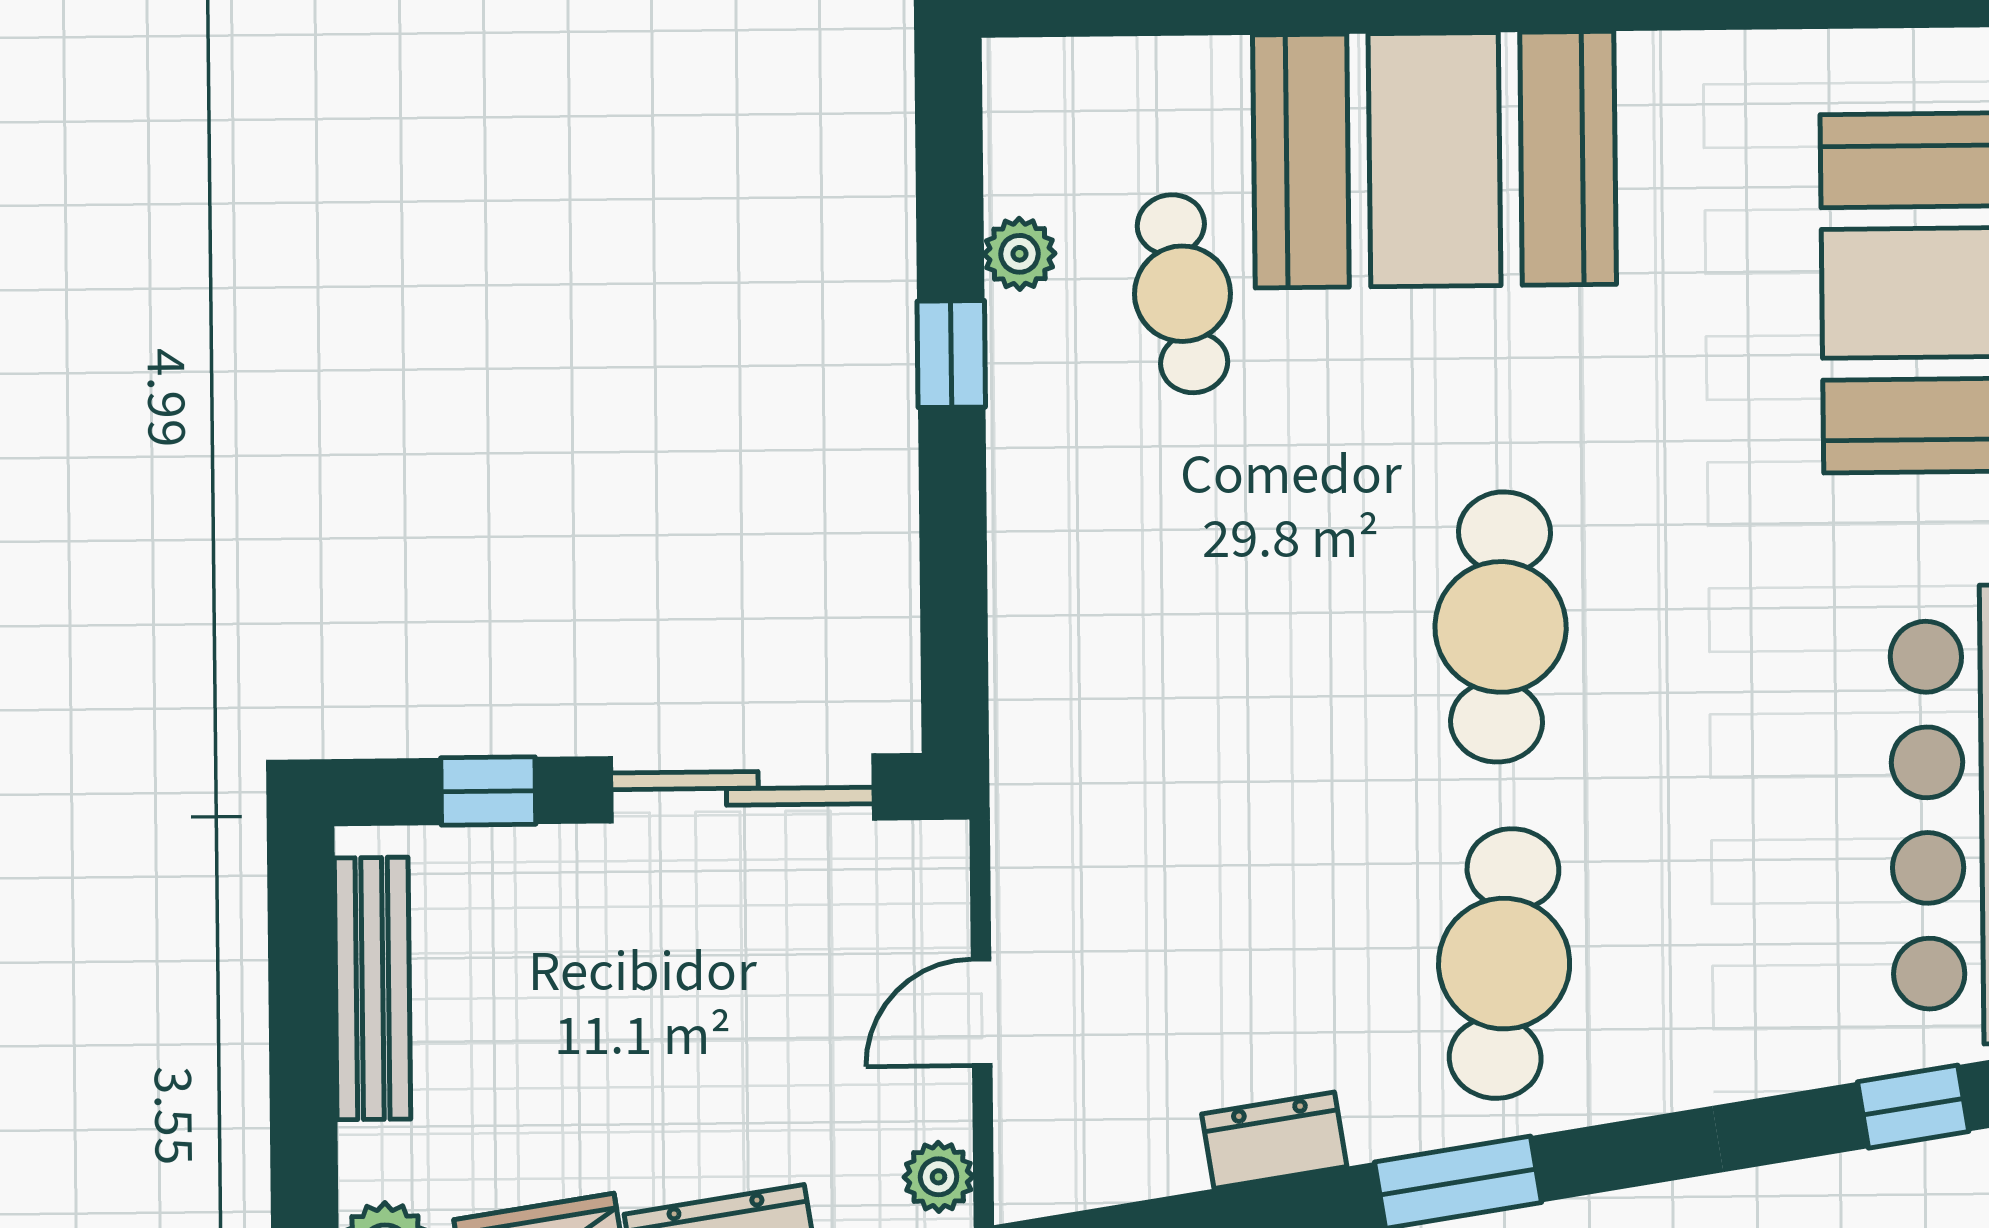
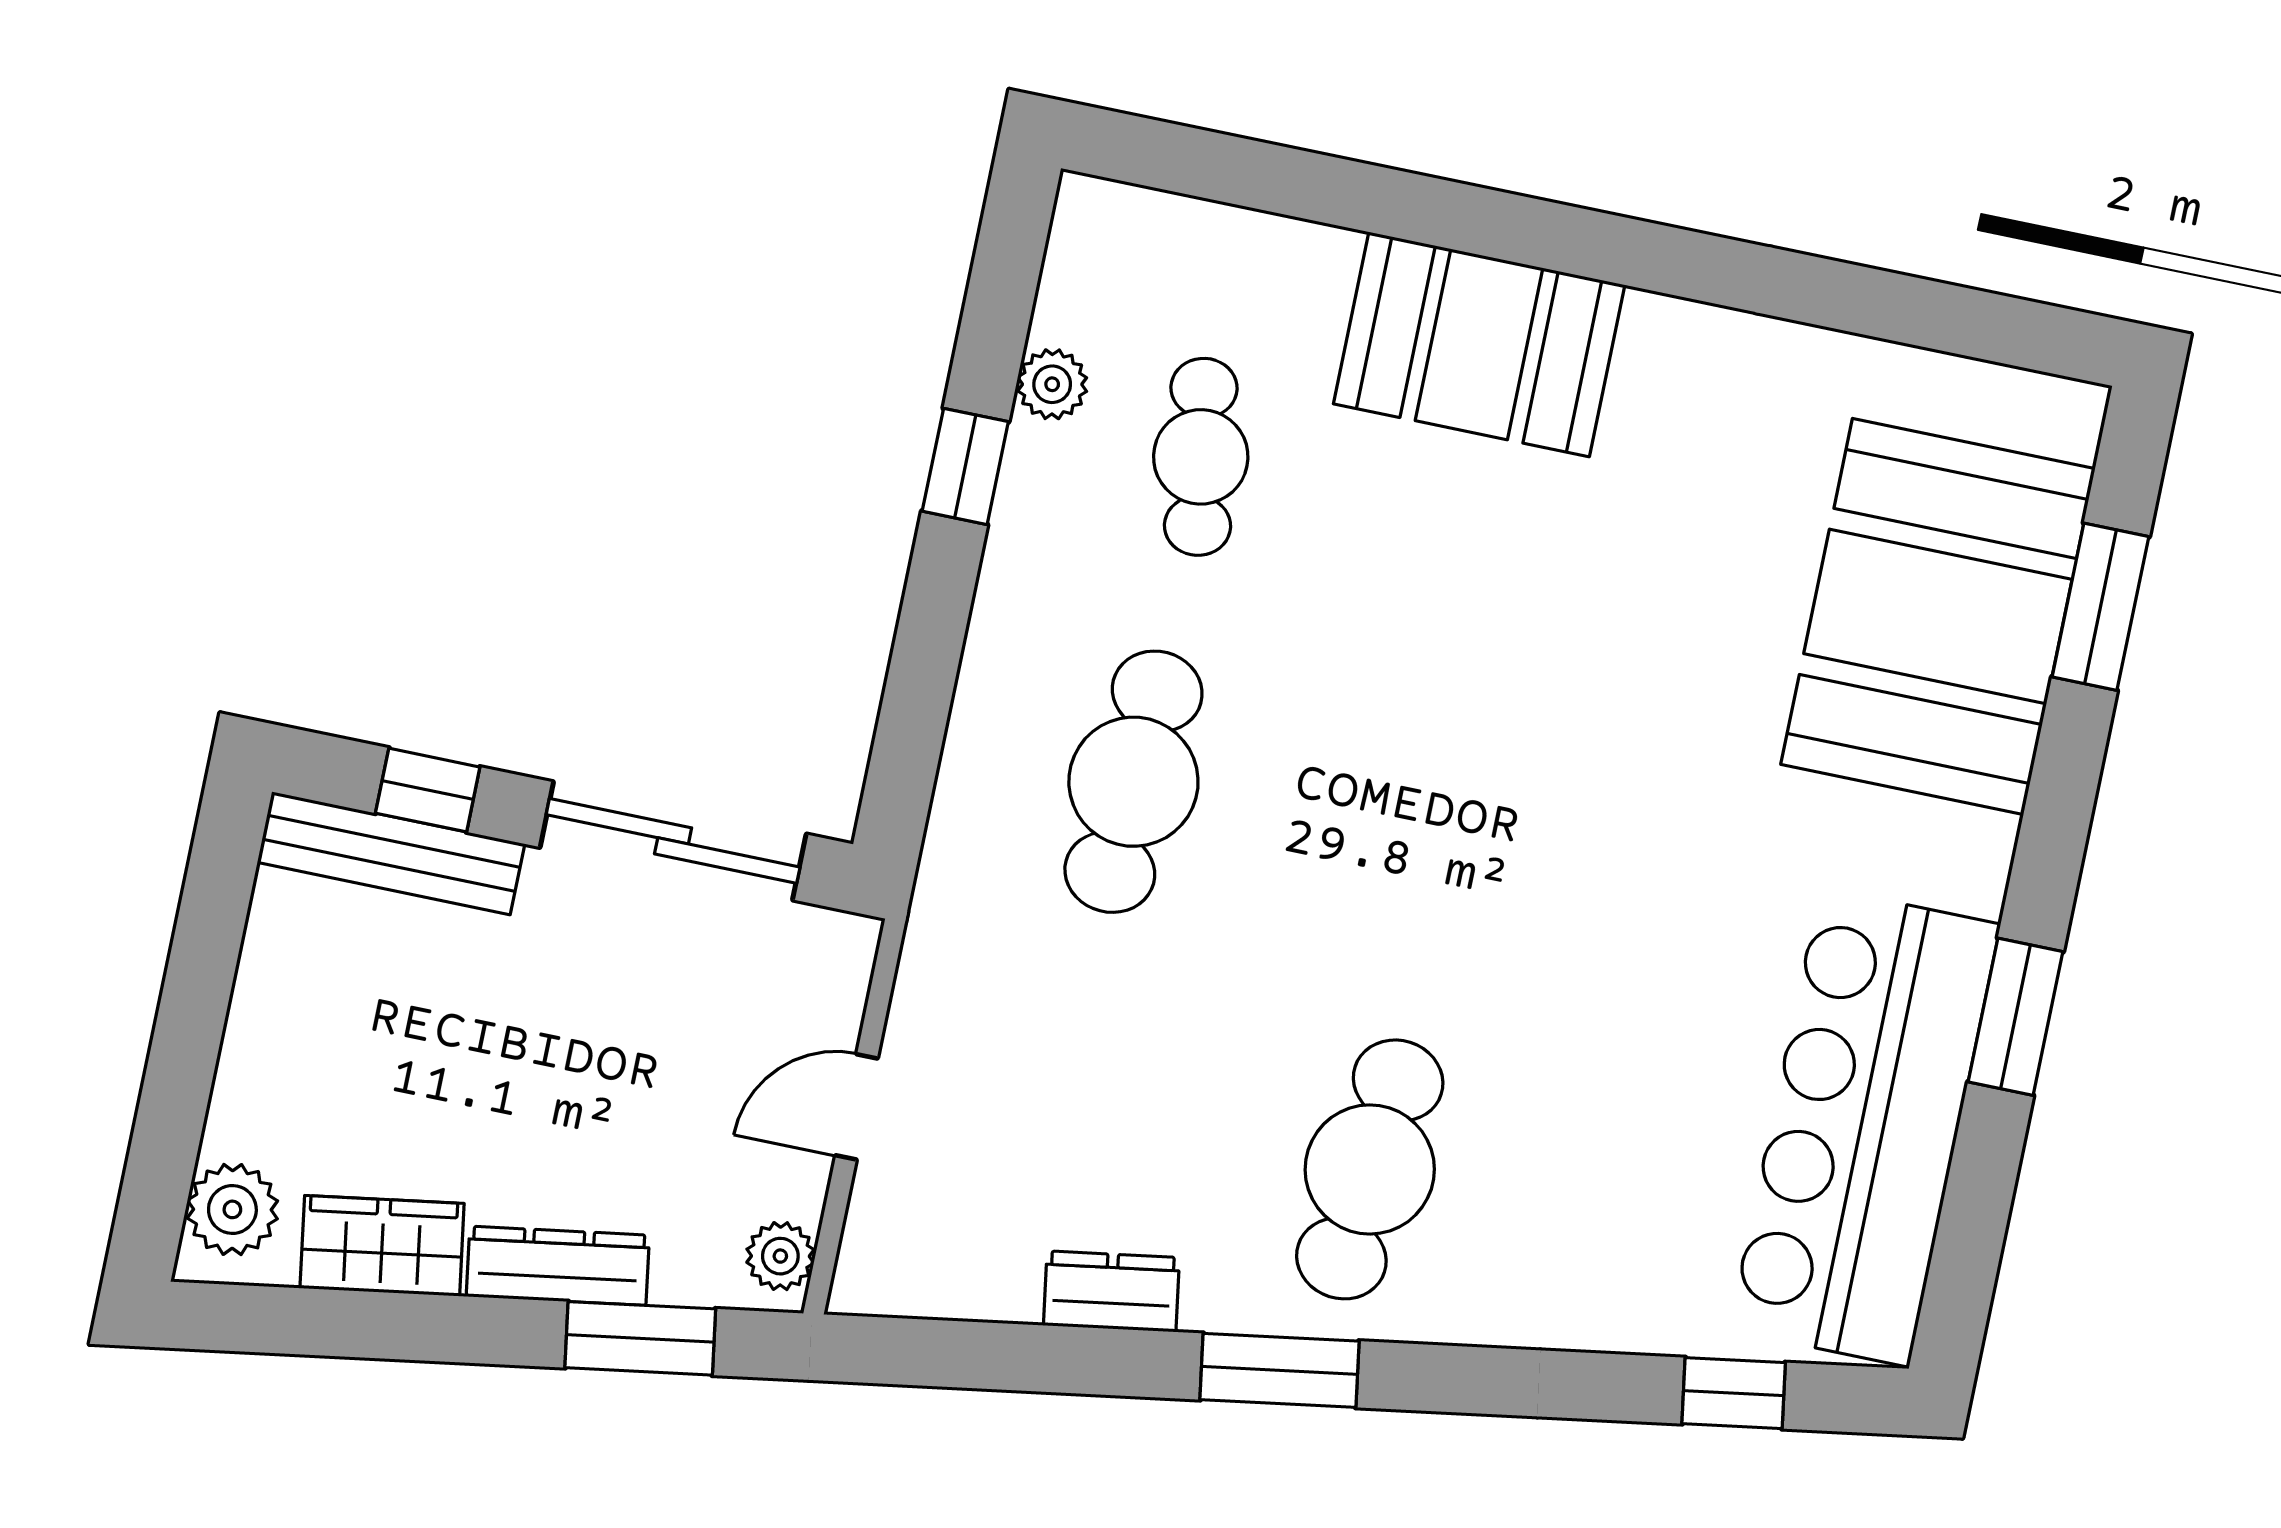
booth: (1435, 160) -> (1479, 344), width x0.73, depth x0.70
cafe table: (1501, 627) -> (1133, 782), moved
bench: (373, 988) -> (391, 853), moved, turned 90

